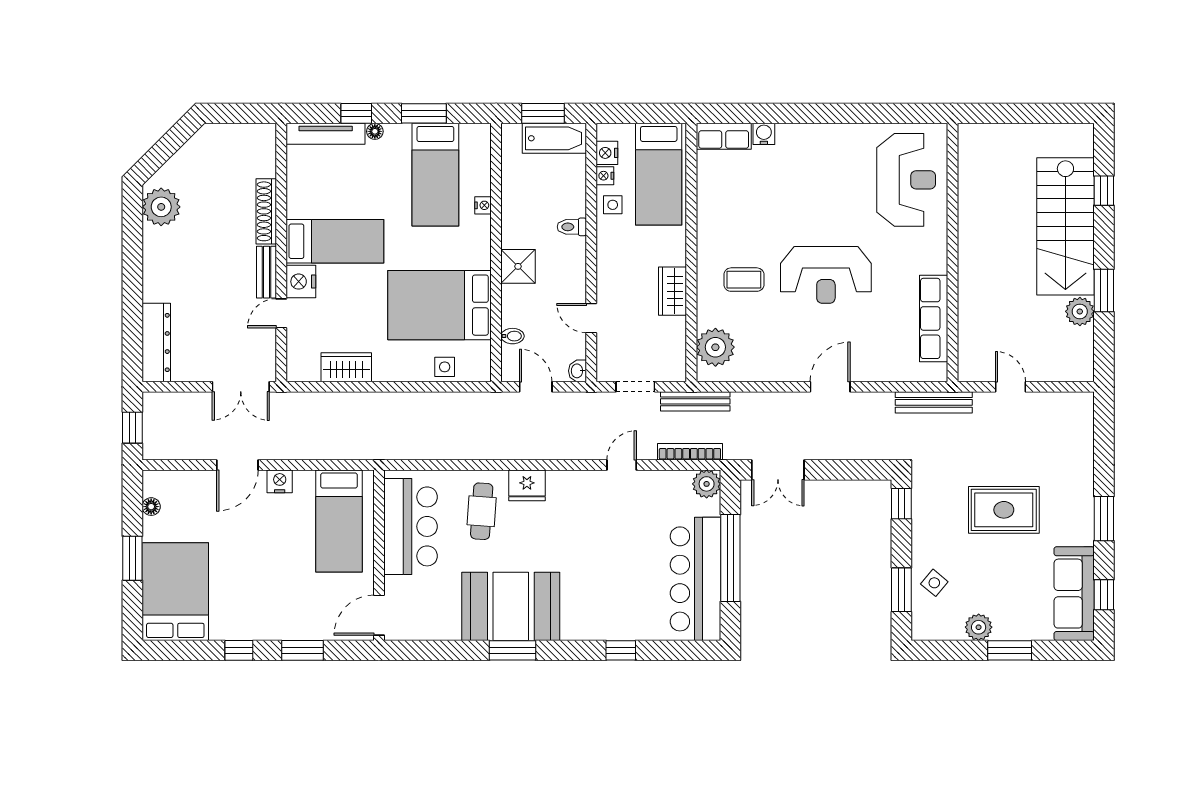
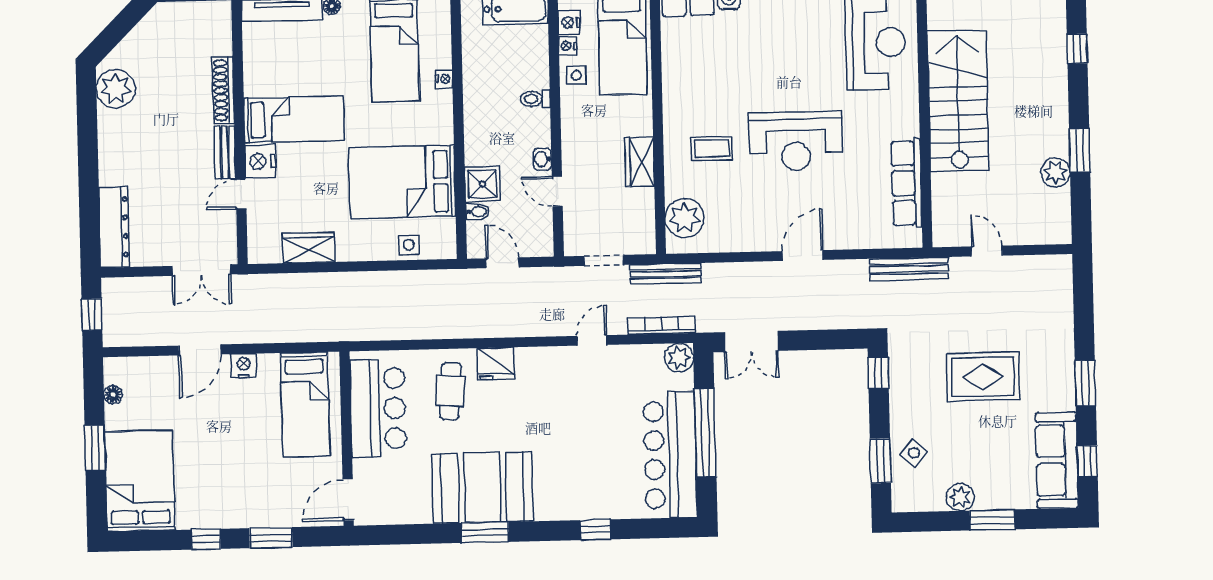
stairs: (1065, 226) -> (958, 101), moved, turned 180
shower: (518, 266) -> (482, 184), moved
washbasin: (577, 371) -> (542, 159), moved

